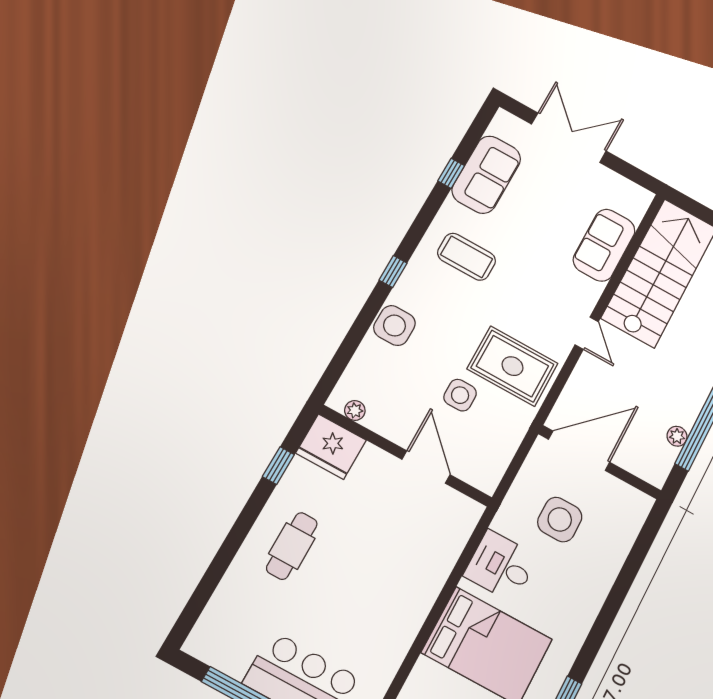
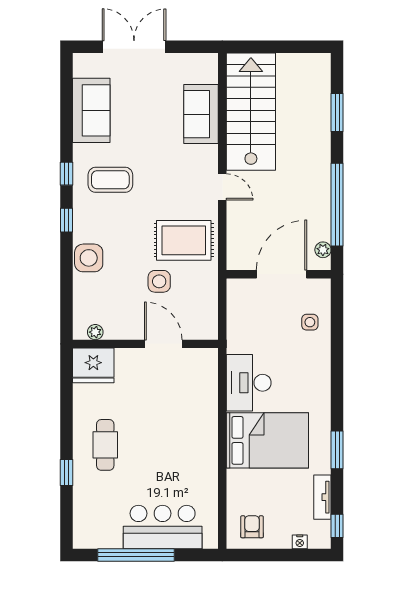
window: (451, 173) -> (67, 174), moved
plant: (677, 436) -> (323, 250), moved
door: (579, 451) -> (282, 274), moved
window: (278, 466) -> (67, 472), moved
side table: (560, 520) -> (310, 322), moved, width x0.54, depth x0.54
desk: (501, 566) -> (249, 383), width x1.37

